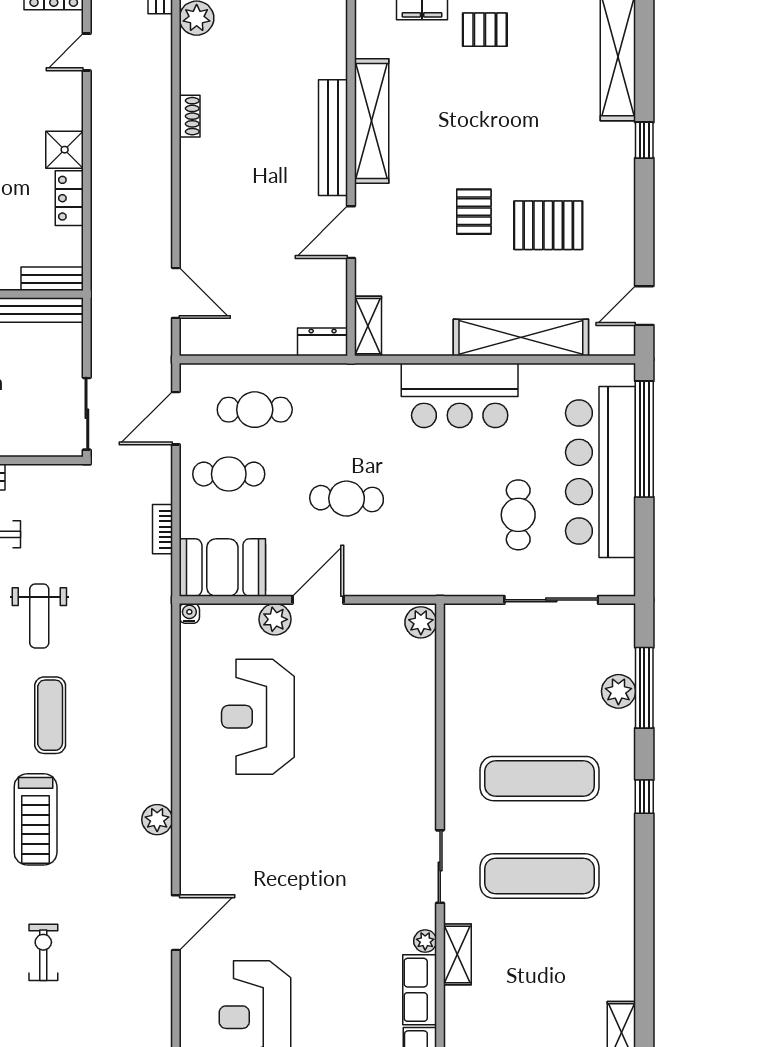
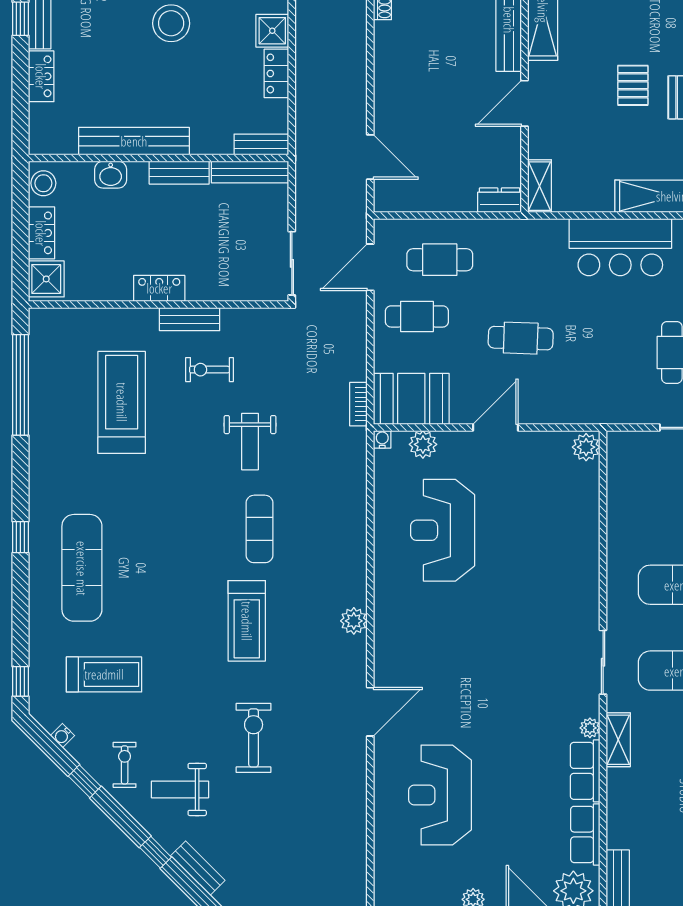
bookcase: (162, 529) -> (358, 404), moved
plant: (275, 619) -> (423, 444), moved
exercise bike: (43, 952) -> (254, 738), width x1.38, depth x1.39

